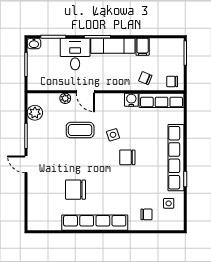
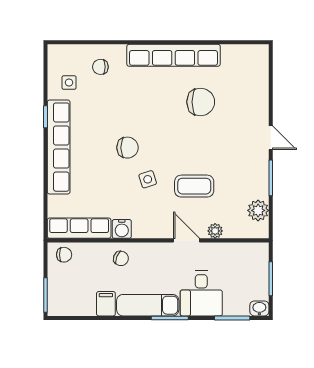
chair: (145, 78) -> (121, 258), moved

